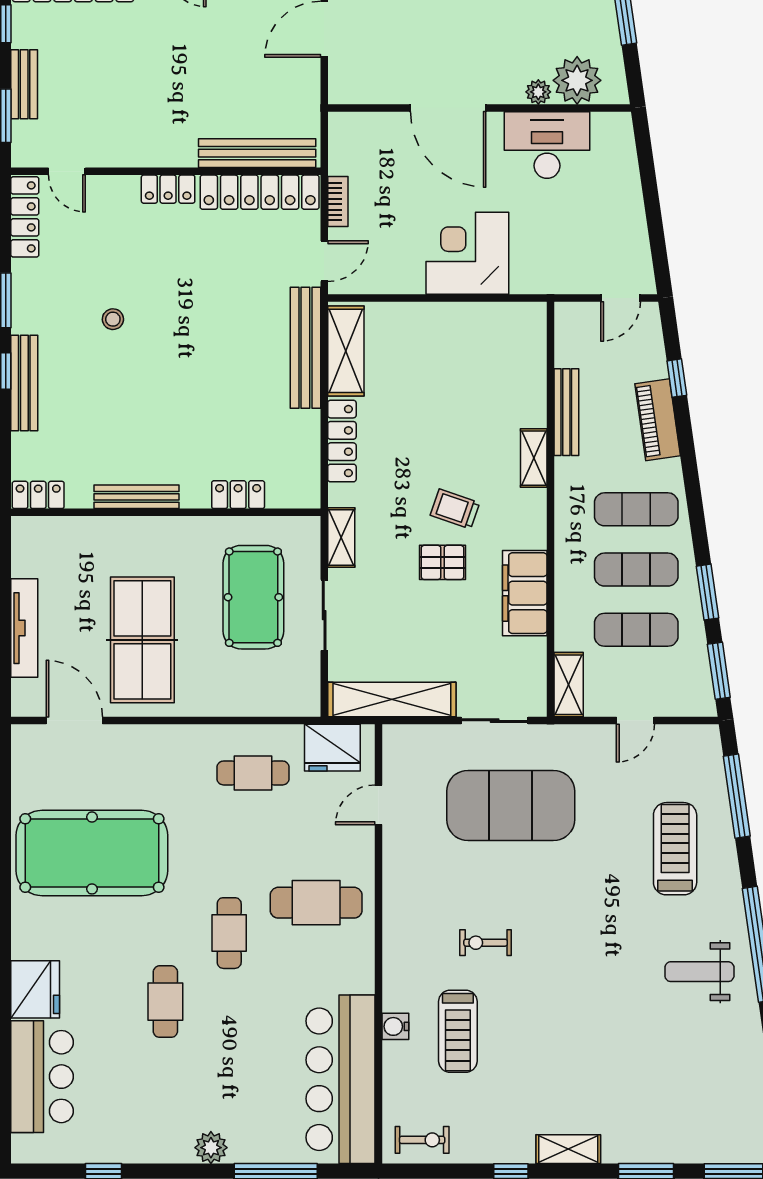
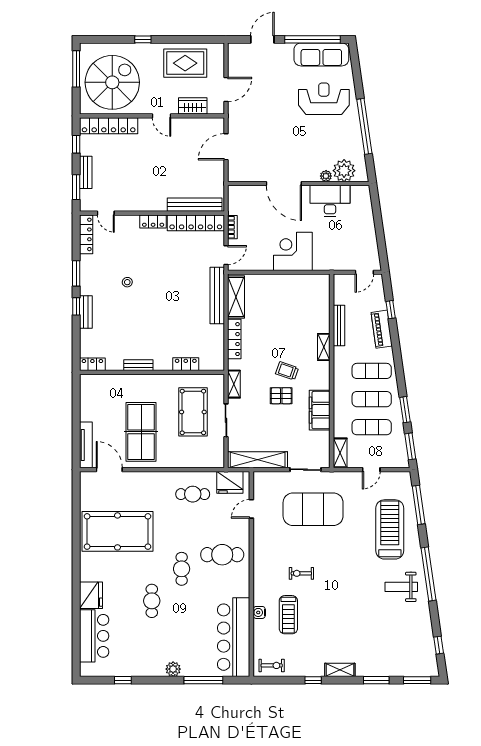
bench: (24, 383) -> (86, 312), width x0.73
bench: (137, 497) -> (138, 365), width x0.73
tv unit: (24, 628) -> (86, 445), moved
treadmill: (675, 849) -> (390, 529), width x1.37, depth x1.37

